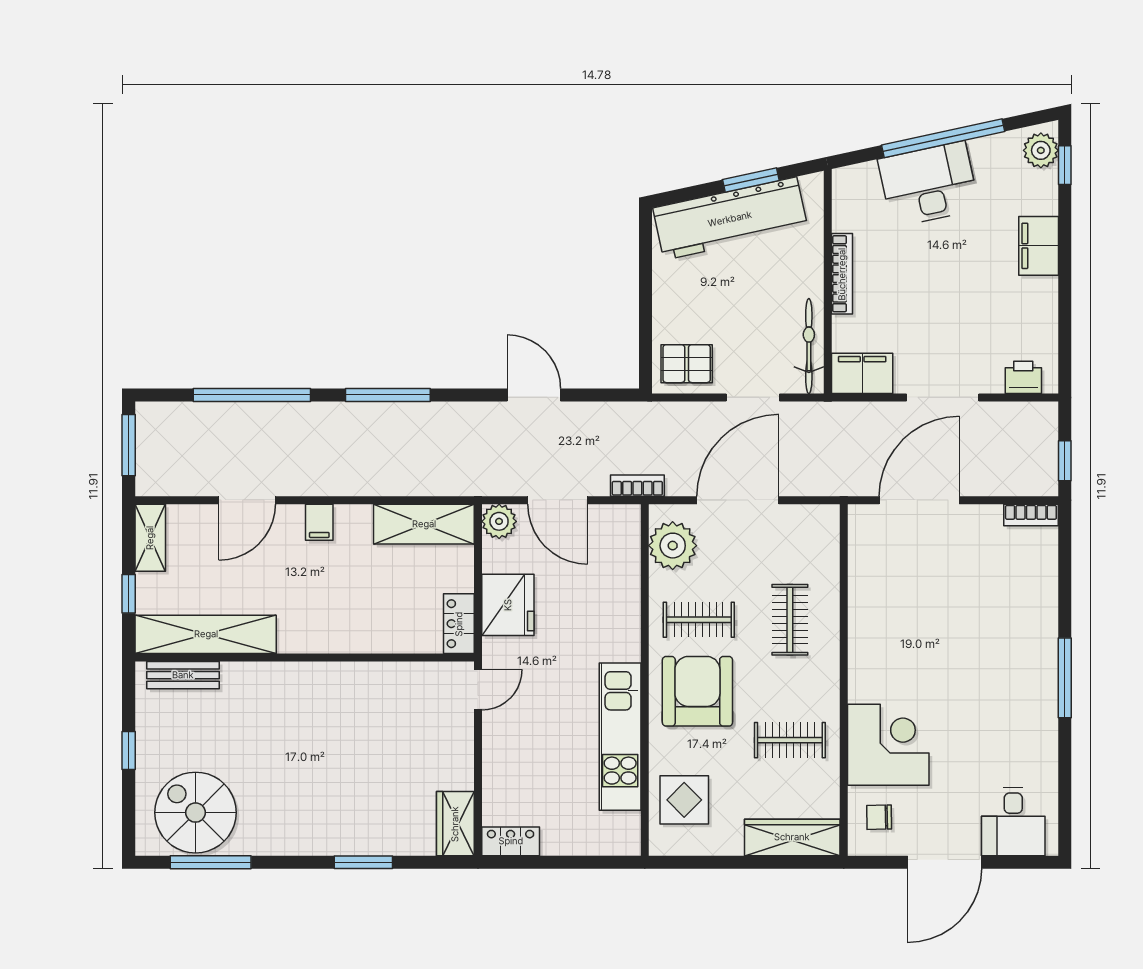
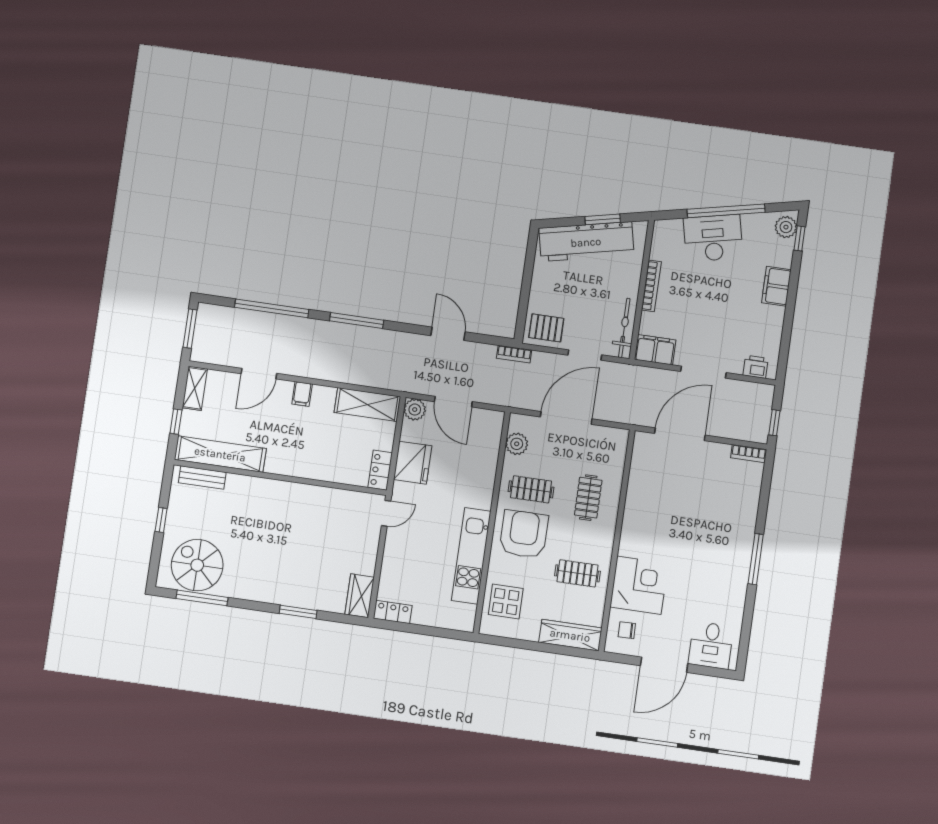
bookcase: (637, 486) -> (514, 354), moved, turned 180
plant: (673, 546) -> (517, 444), width x0.73, depth x0.73

